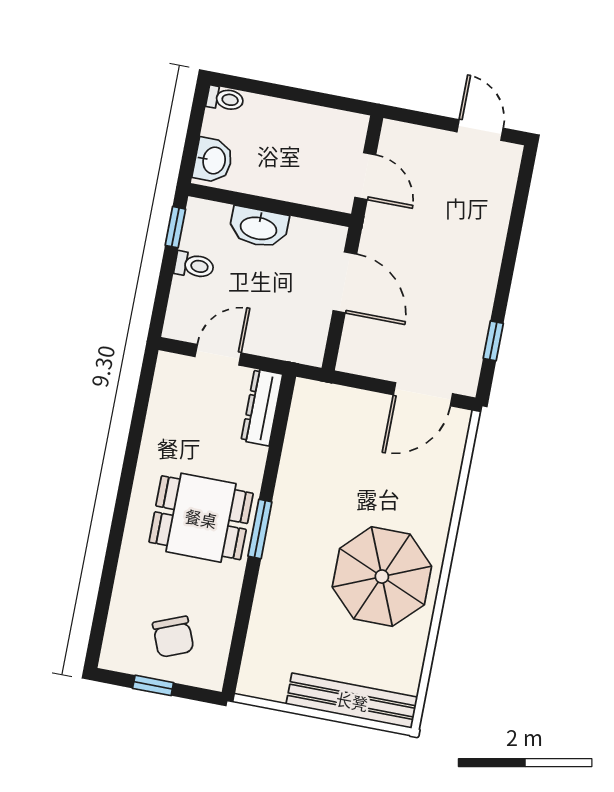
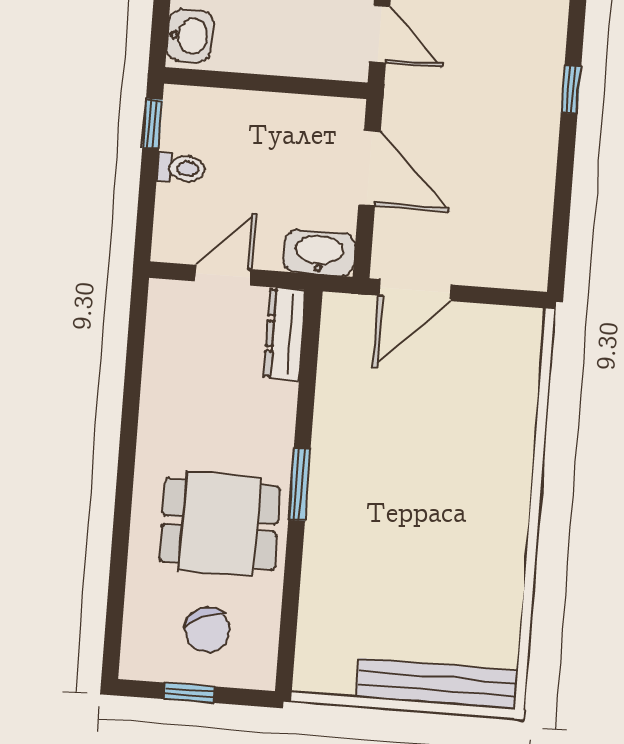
washbasin: (259, 227) -> (319, 253), moved, turned 180
window: (493, 341) -> (571, 90), moved
door: (423, 394) -> (415, 290), moved
dining table: (201, 518) -> (220, 524), moved
parasol: (382, 577) -> (457, 526), removed

